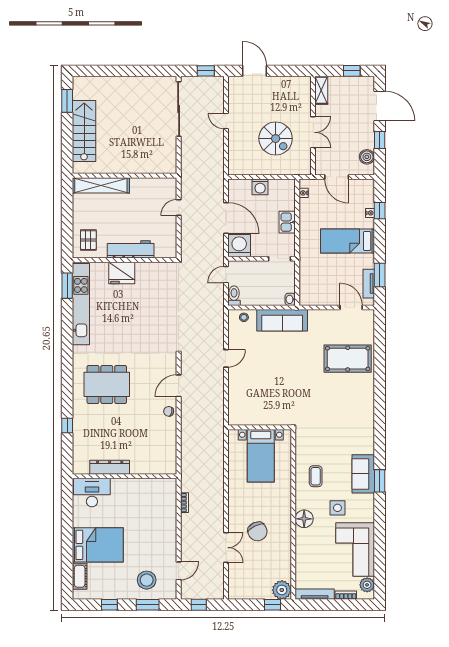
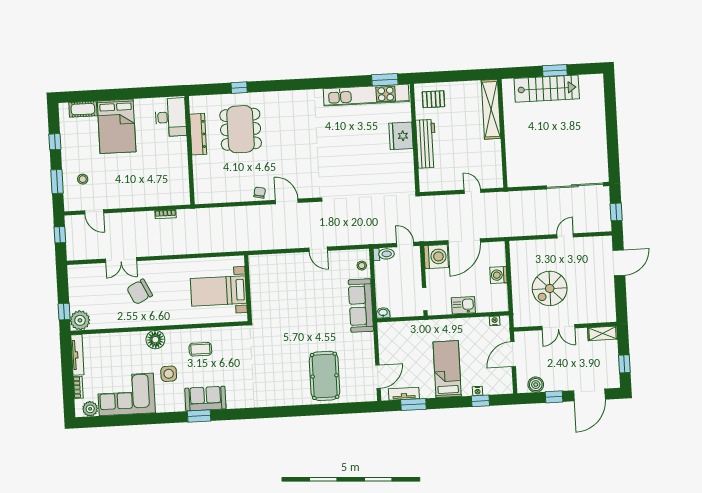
window: (67, 101) -> (555, 71), moved
dining table: (107, 384) -> (241, 129), moved
stool: (147, 580) -> (83, 179), width x0.53, depth x0.53

